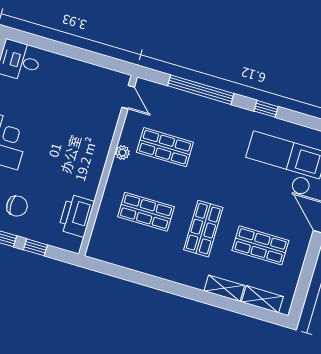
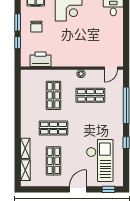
shop shelf: (165, 147) -> (90, 95), turned 90

